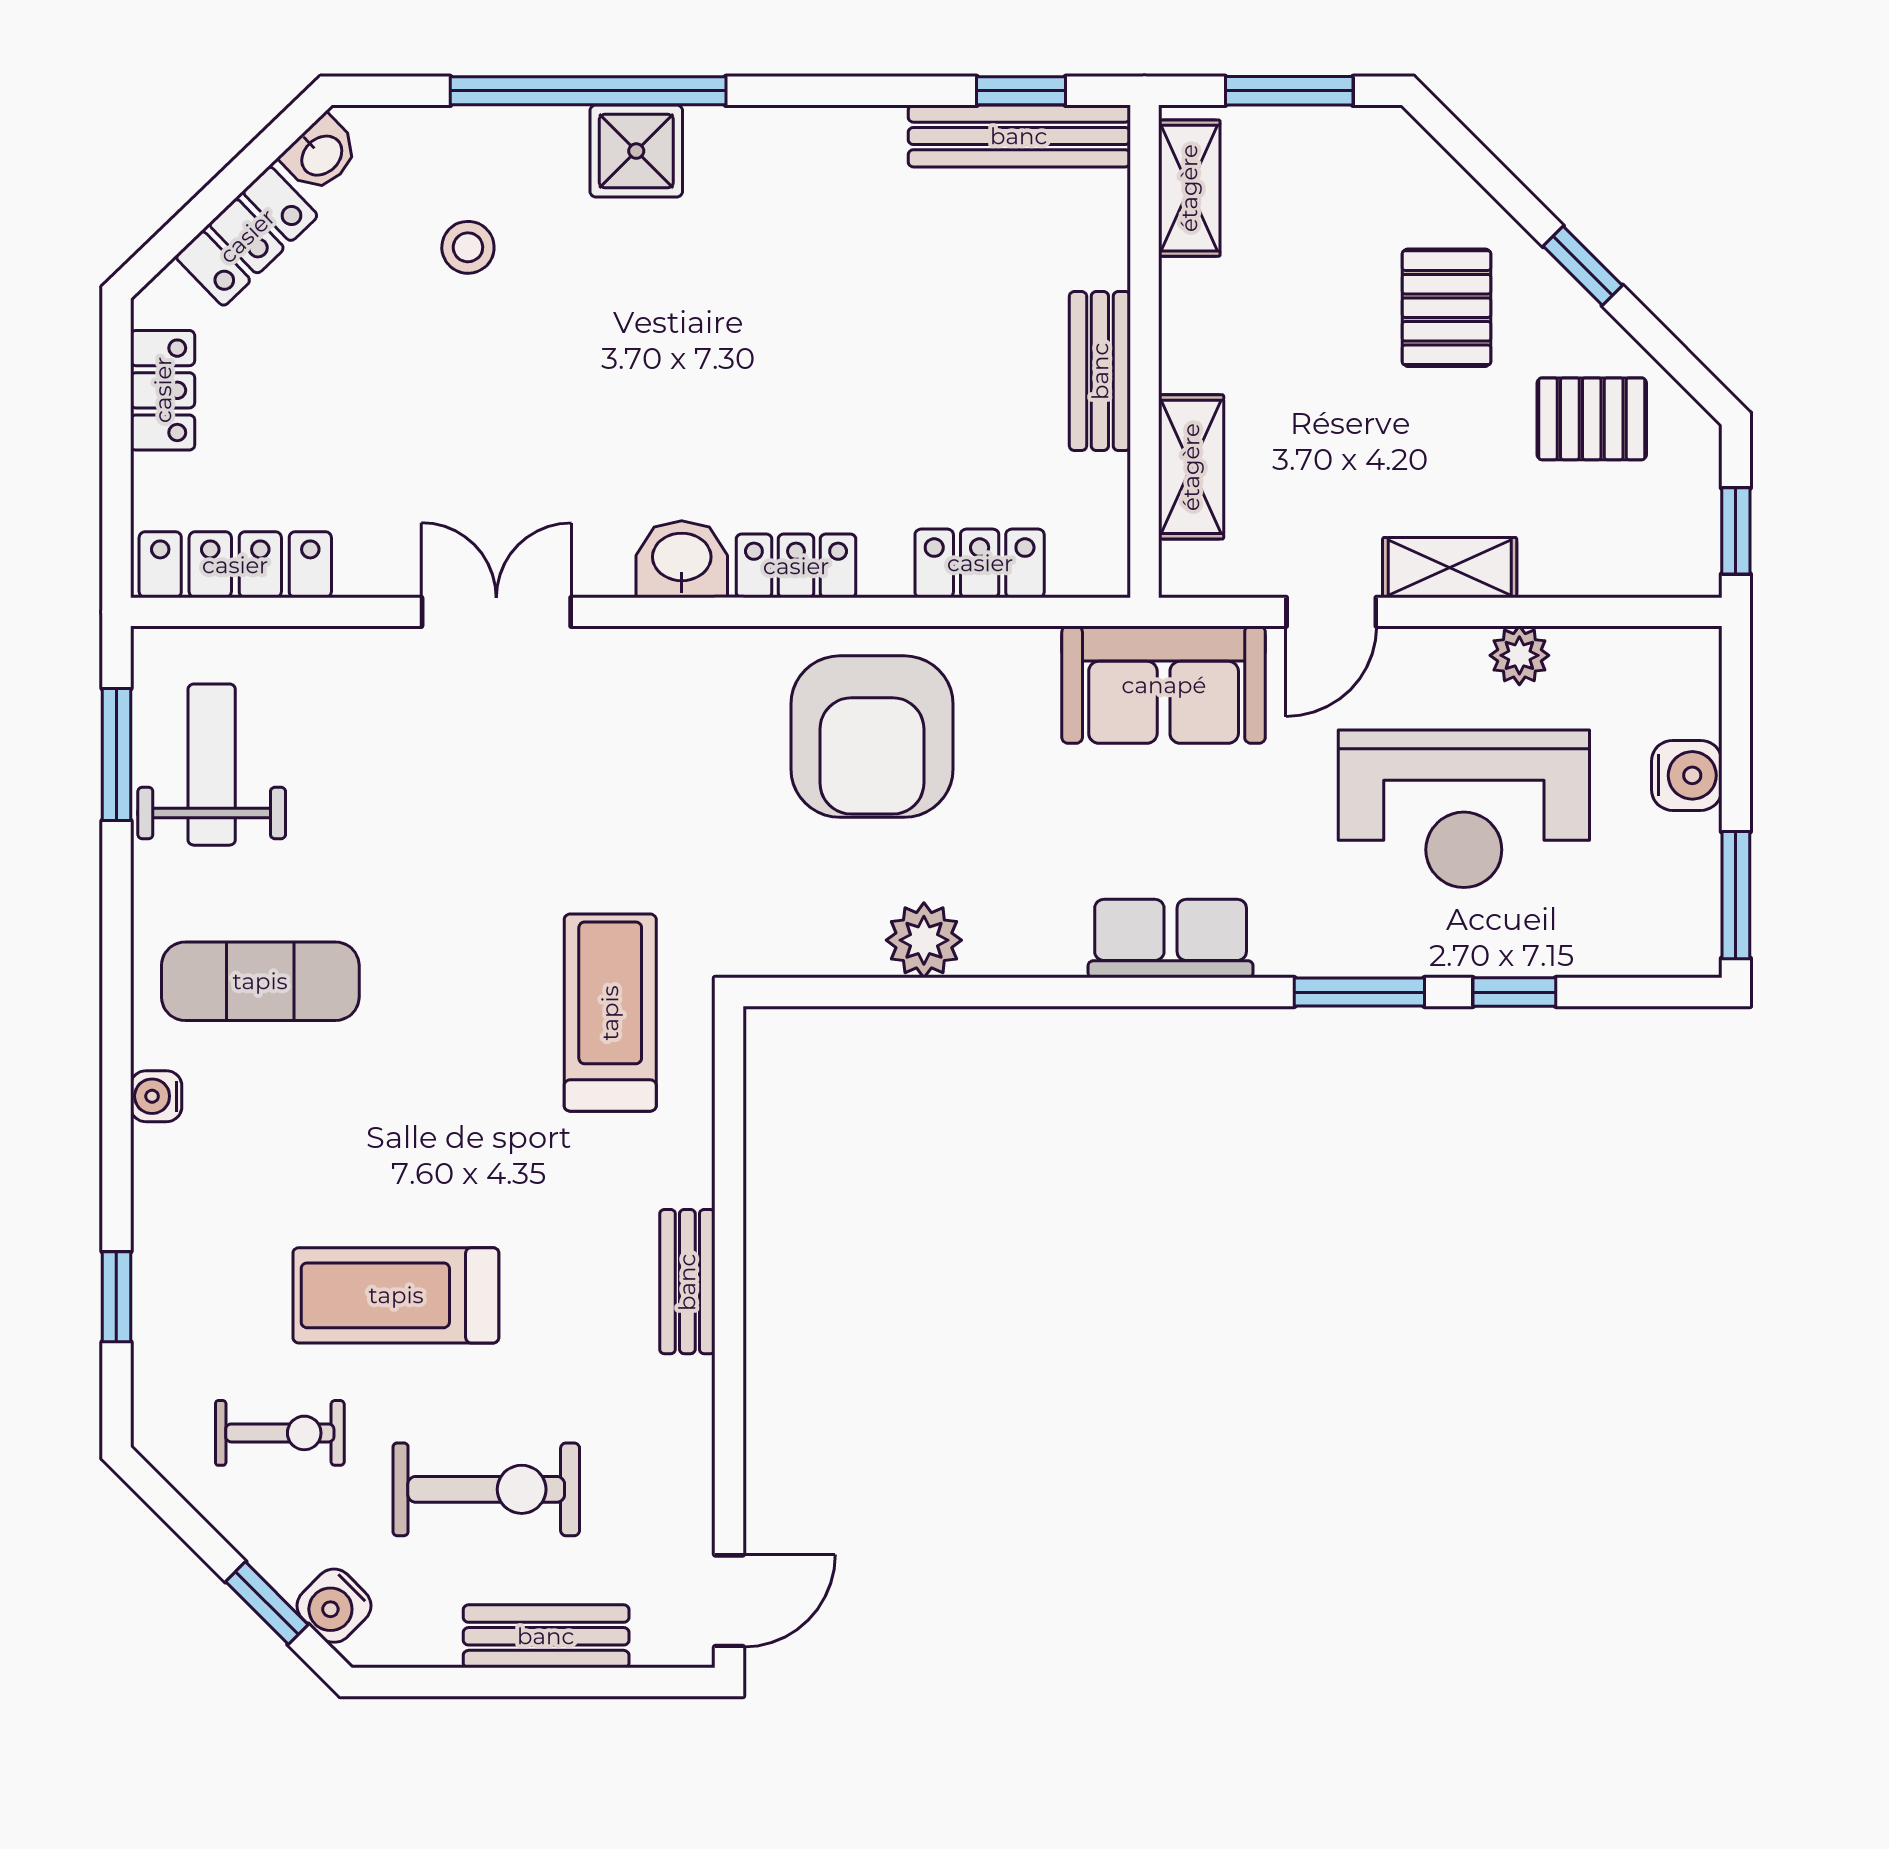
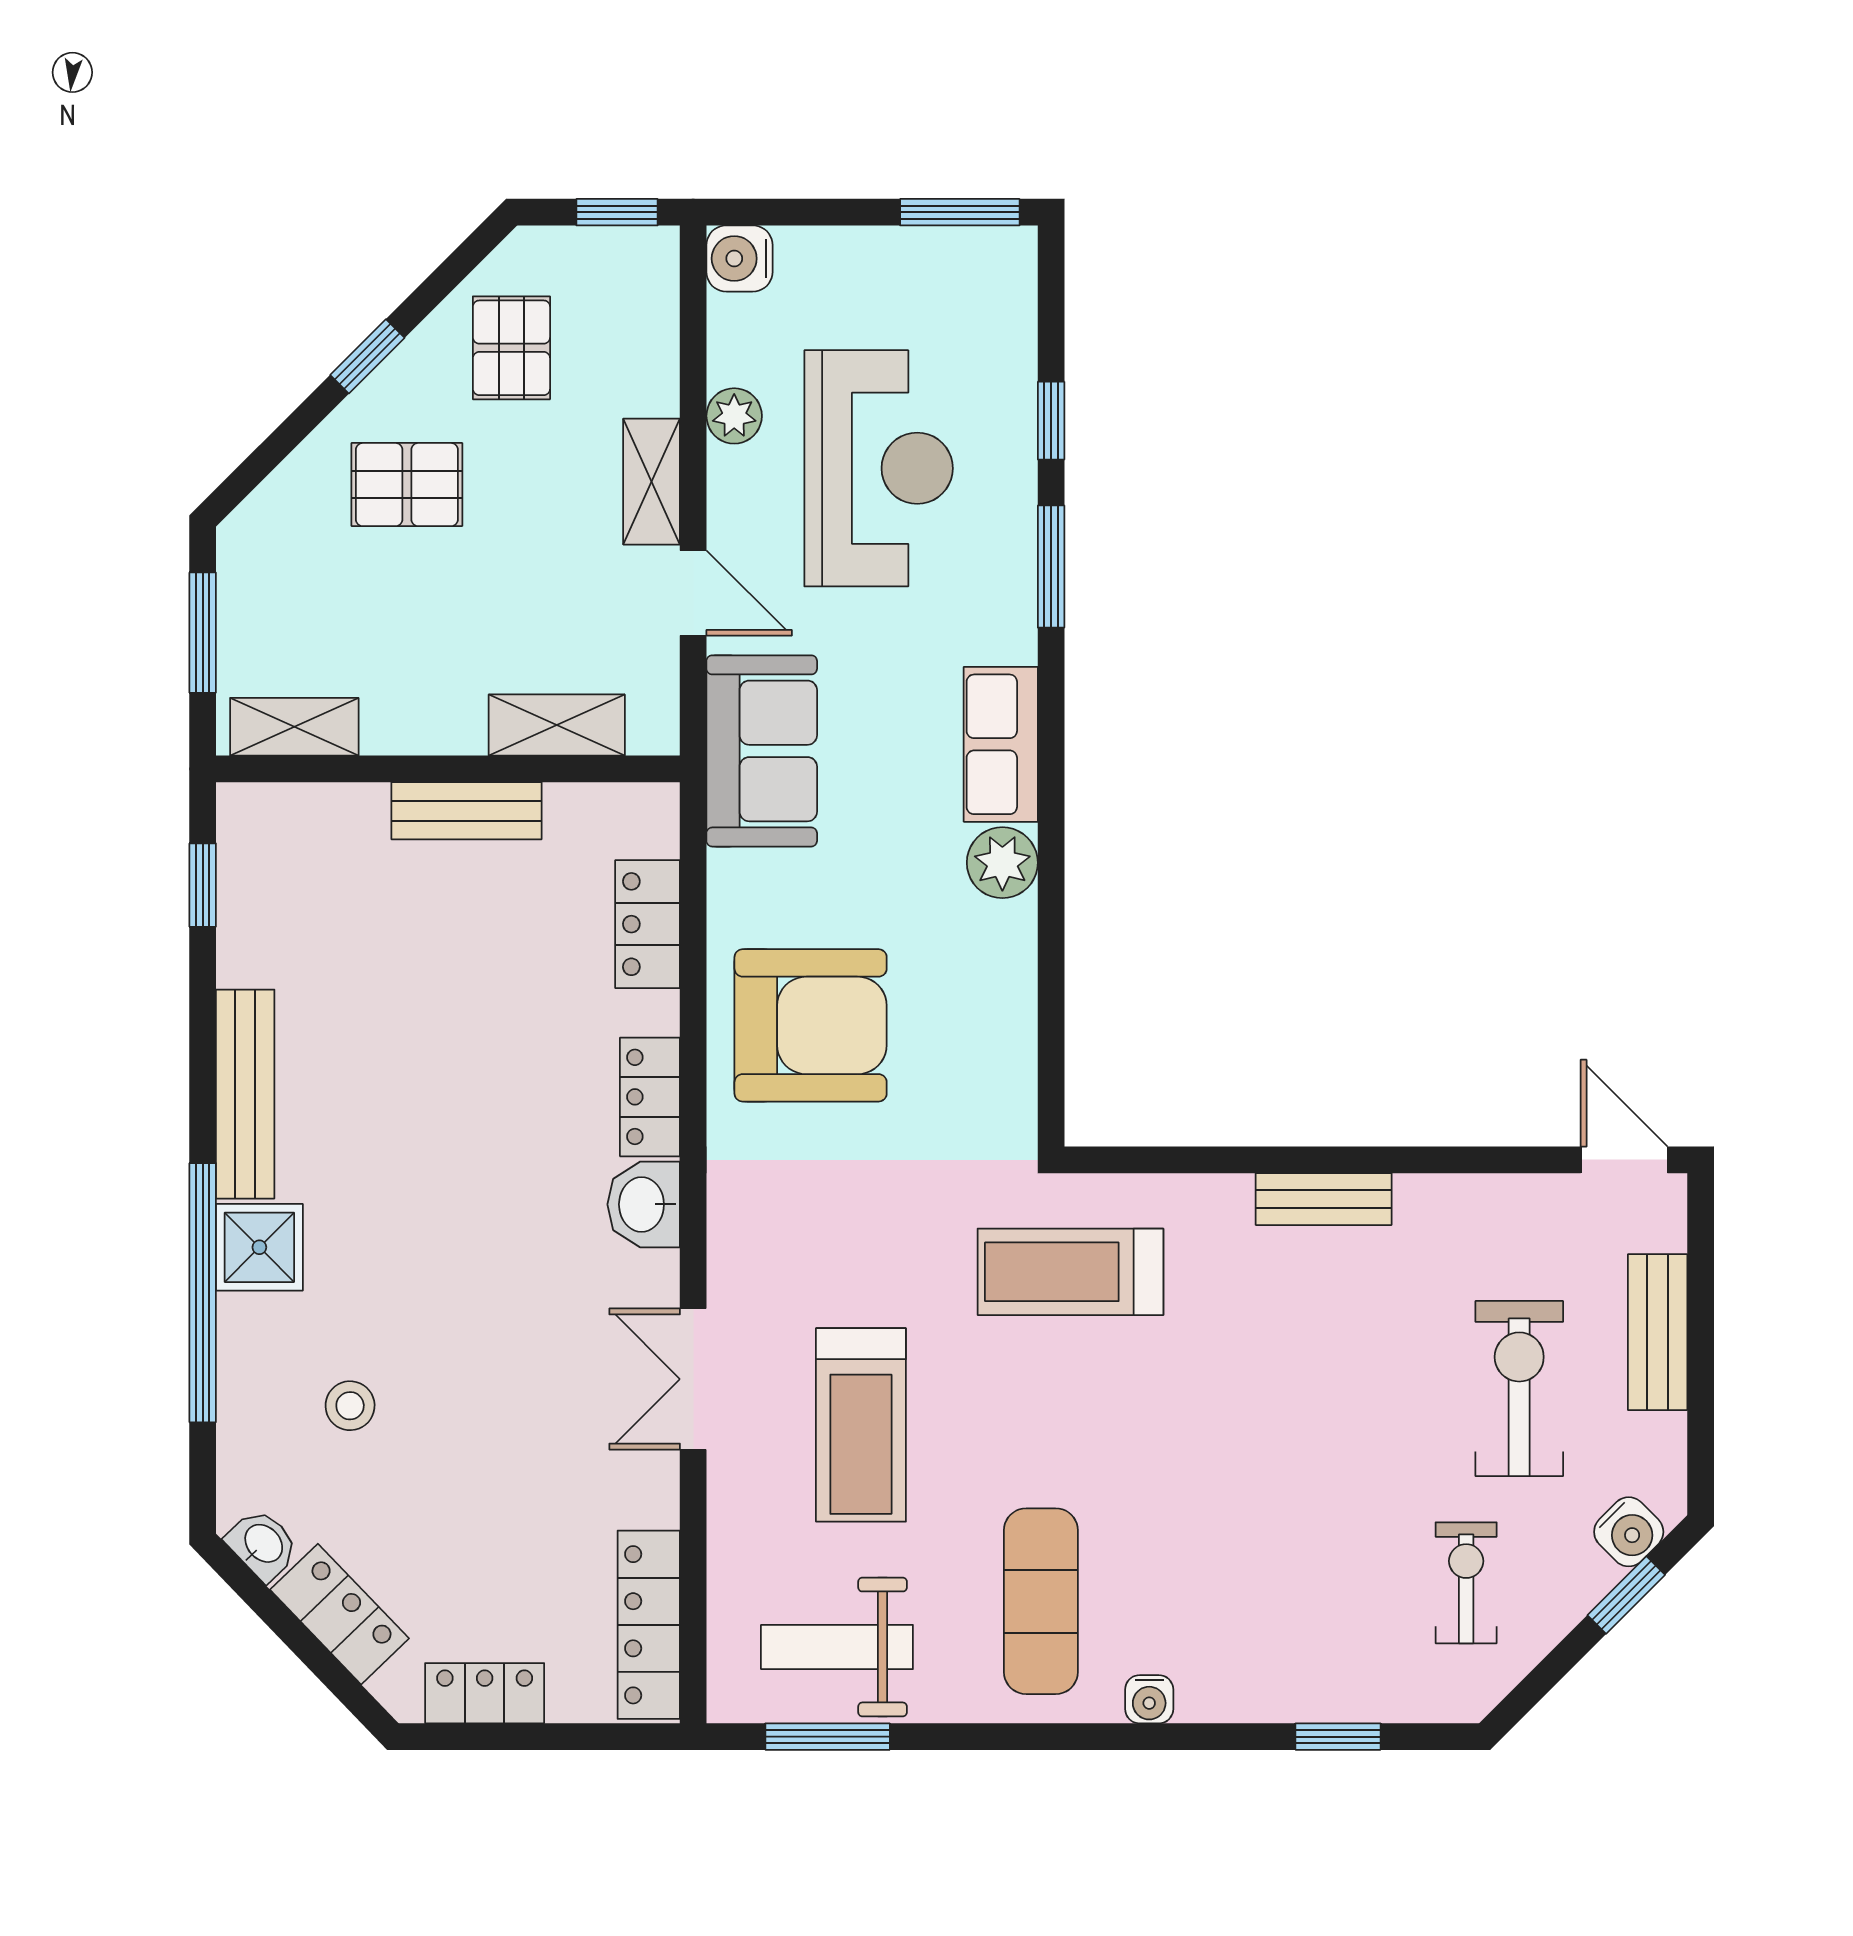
bench: (1019, 136) -> (245, 1094), moved
water cooler: (1687, 775) -> (739, 259), moved, turned -90
plant: (924, 940) -> (1002, 863), moved
treadmill: (396, 1295) -> (861, 1425), moved

